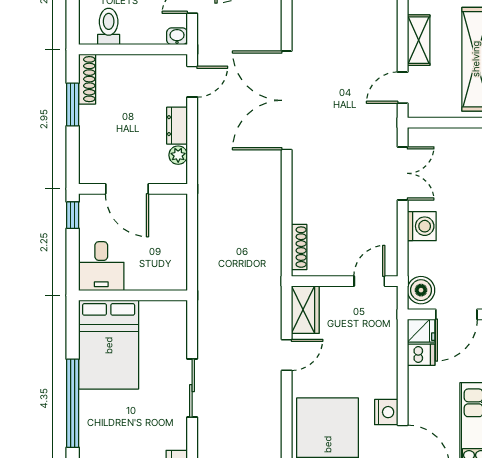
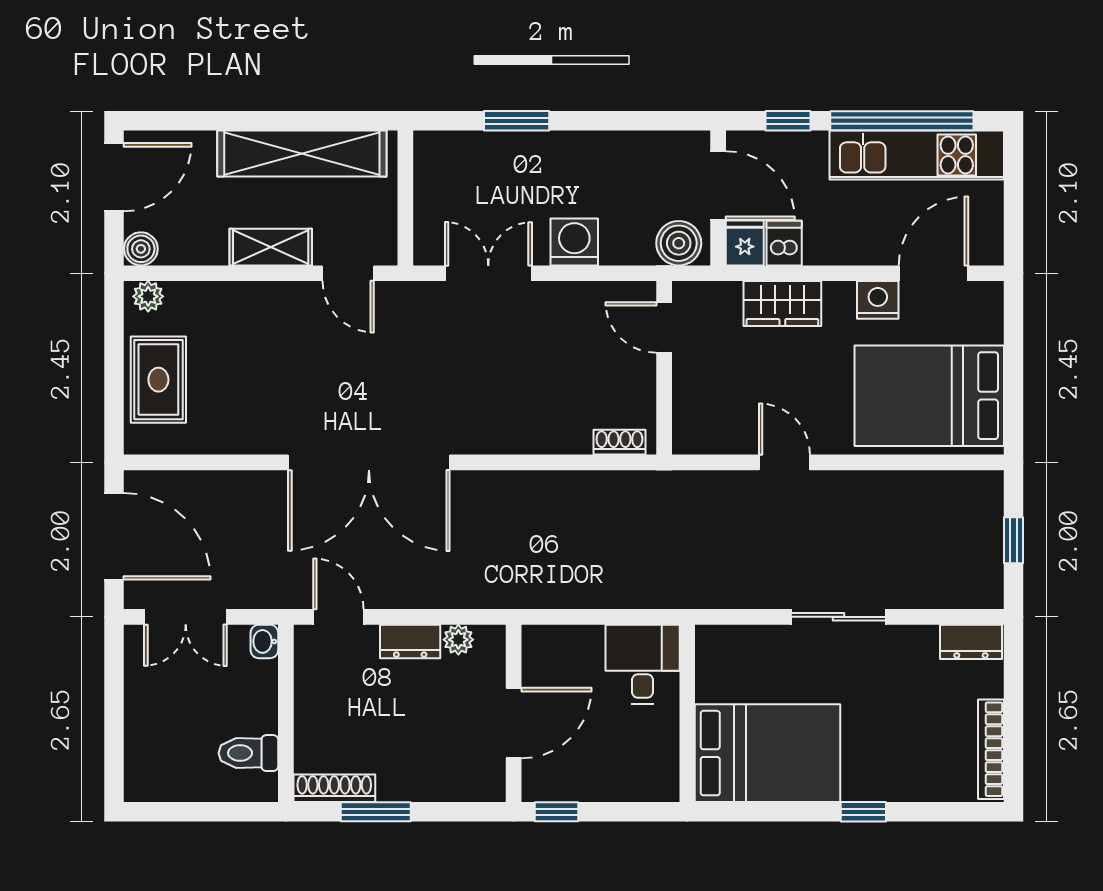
shoe rack: (299, 247) -> (619, 442), width x0.70
desk: (101, 266) -> (643, 664), moved, turned -90
wardrobe: (305, 310) -> (782, 303), moved, turned 180
window: (73, 403) -> (863, 812), width x0.32

